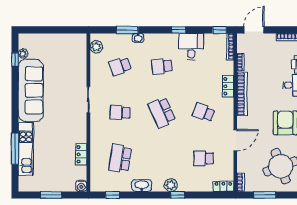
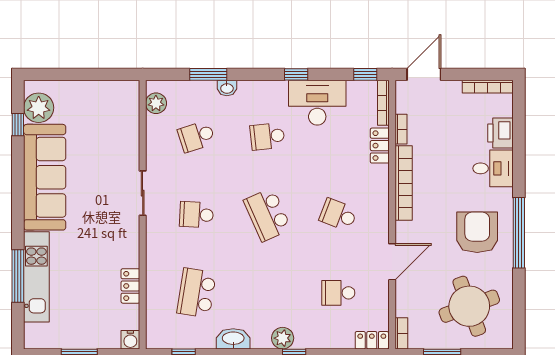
desk: (191, 47) -> (317, 103), width x1.37
plant: (23, 54) -> (39, 108), width x1.87, depth x1.87
locker: (228, 86) -> (380, 146), moved

